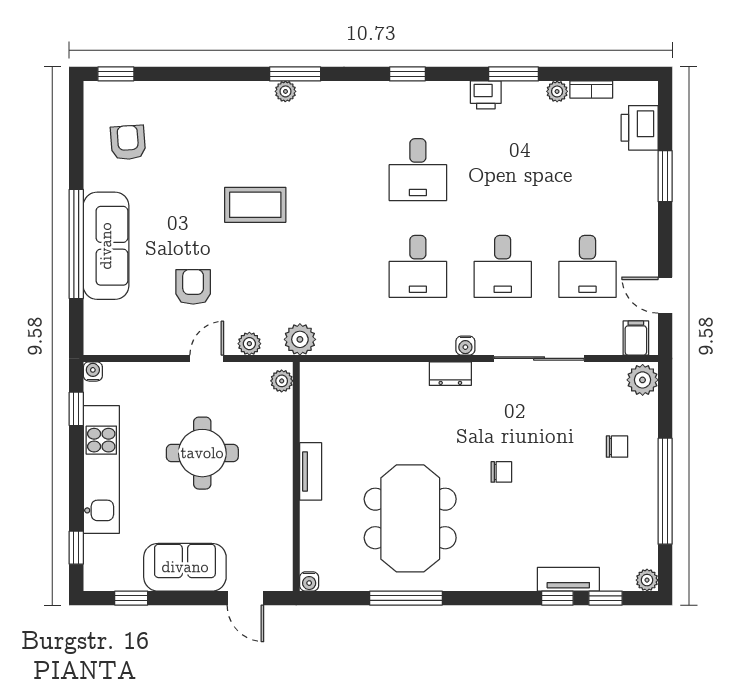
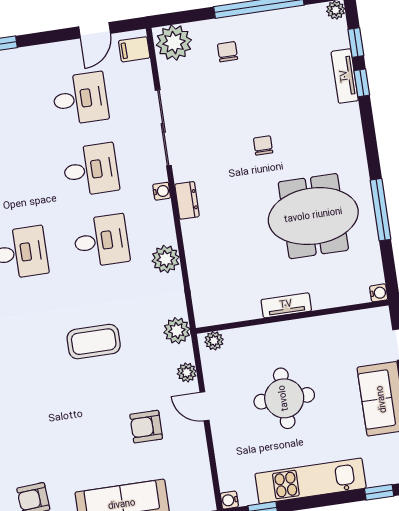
coffee table: (255, 205) -> (94, 342), moved, turned 90
plant: (385, 339) -> (166, 259), added
plant: (643, 380) -> (174, 43), width x1.36, depth x1.36

